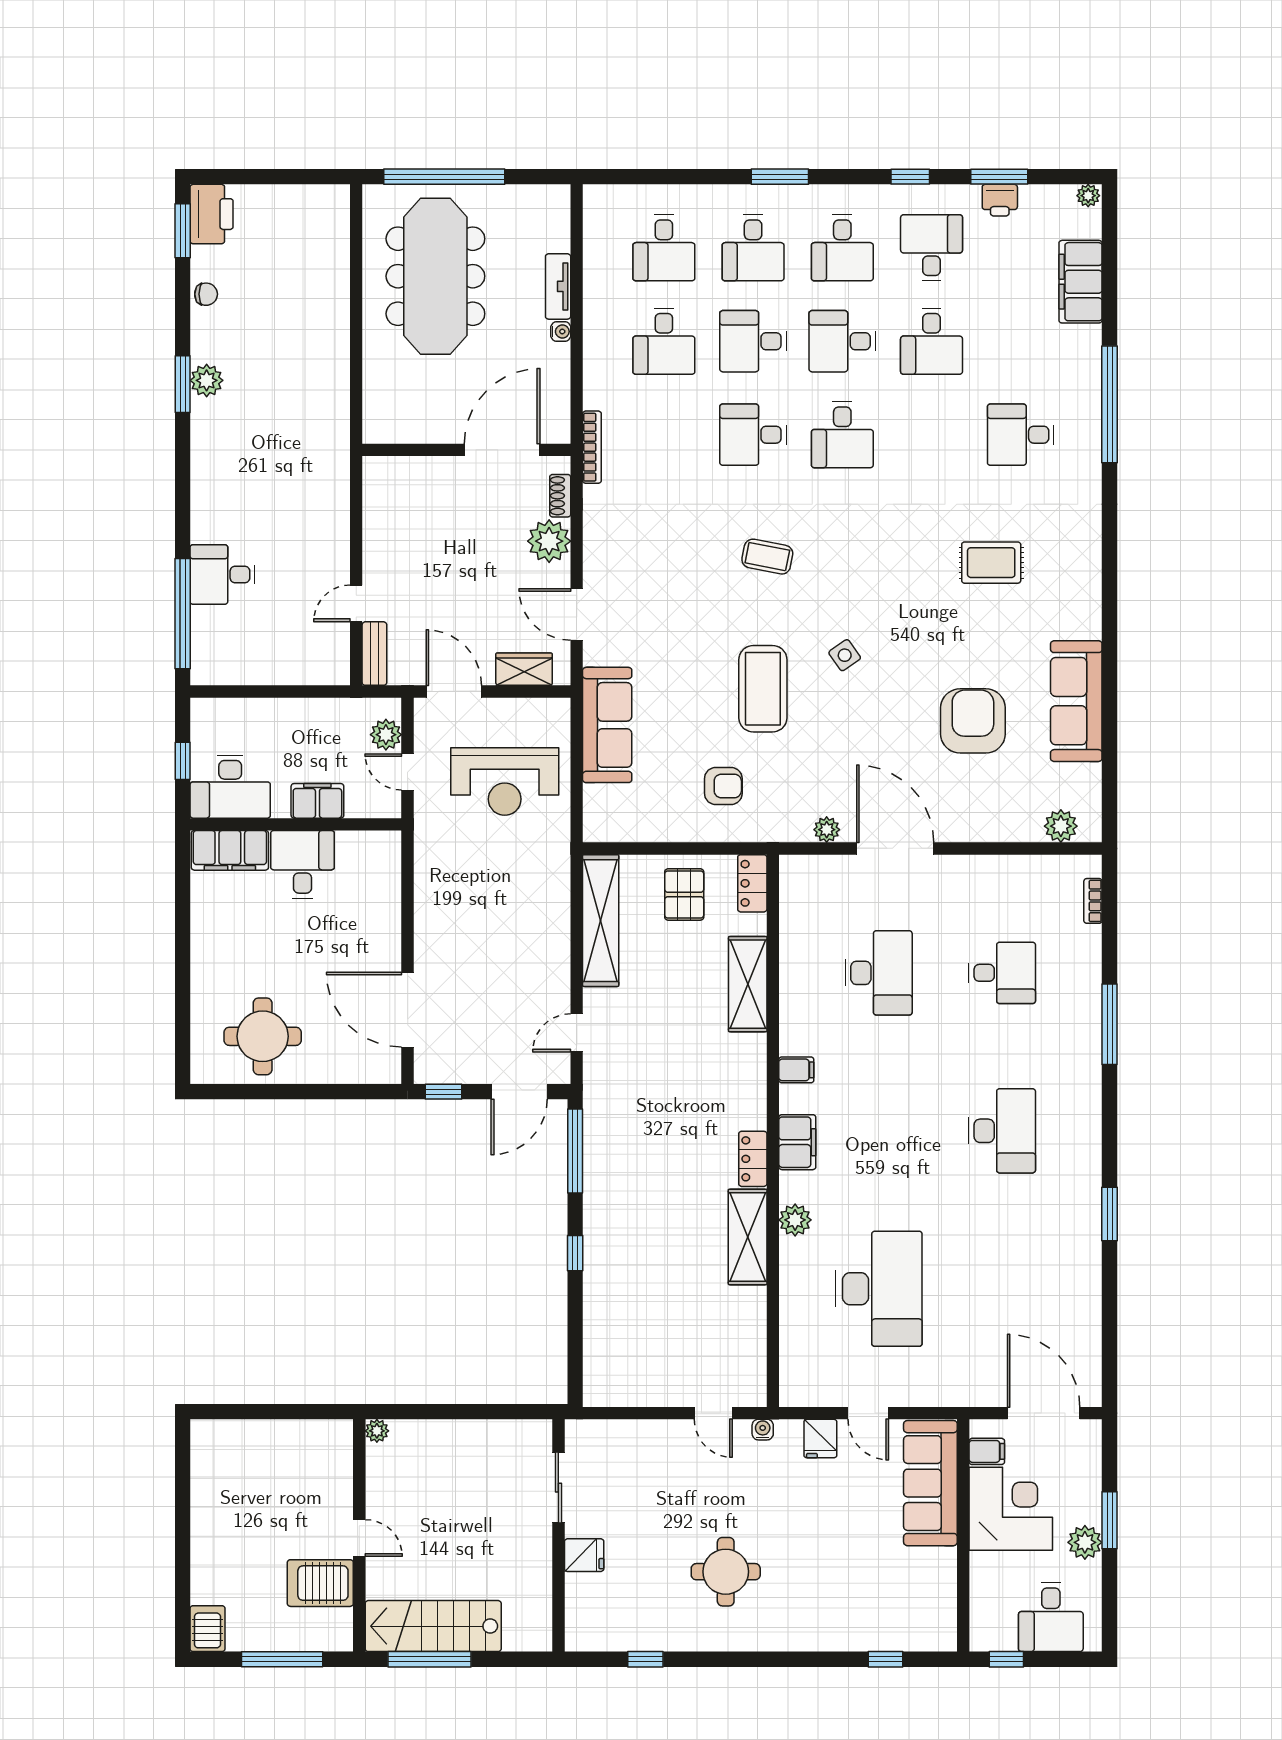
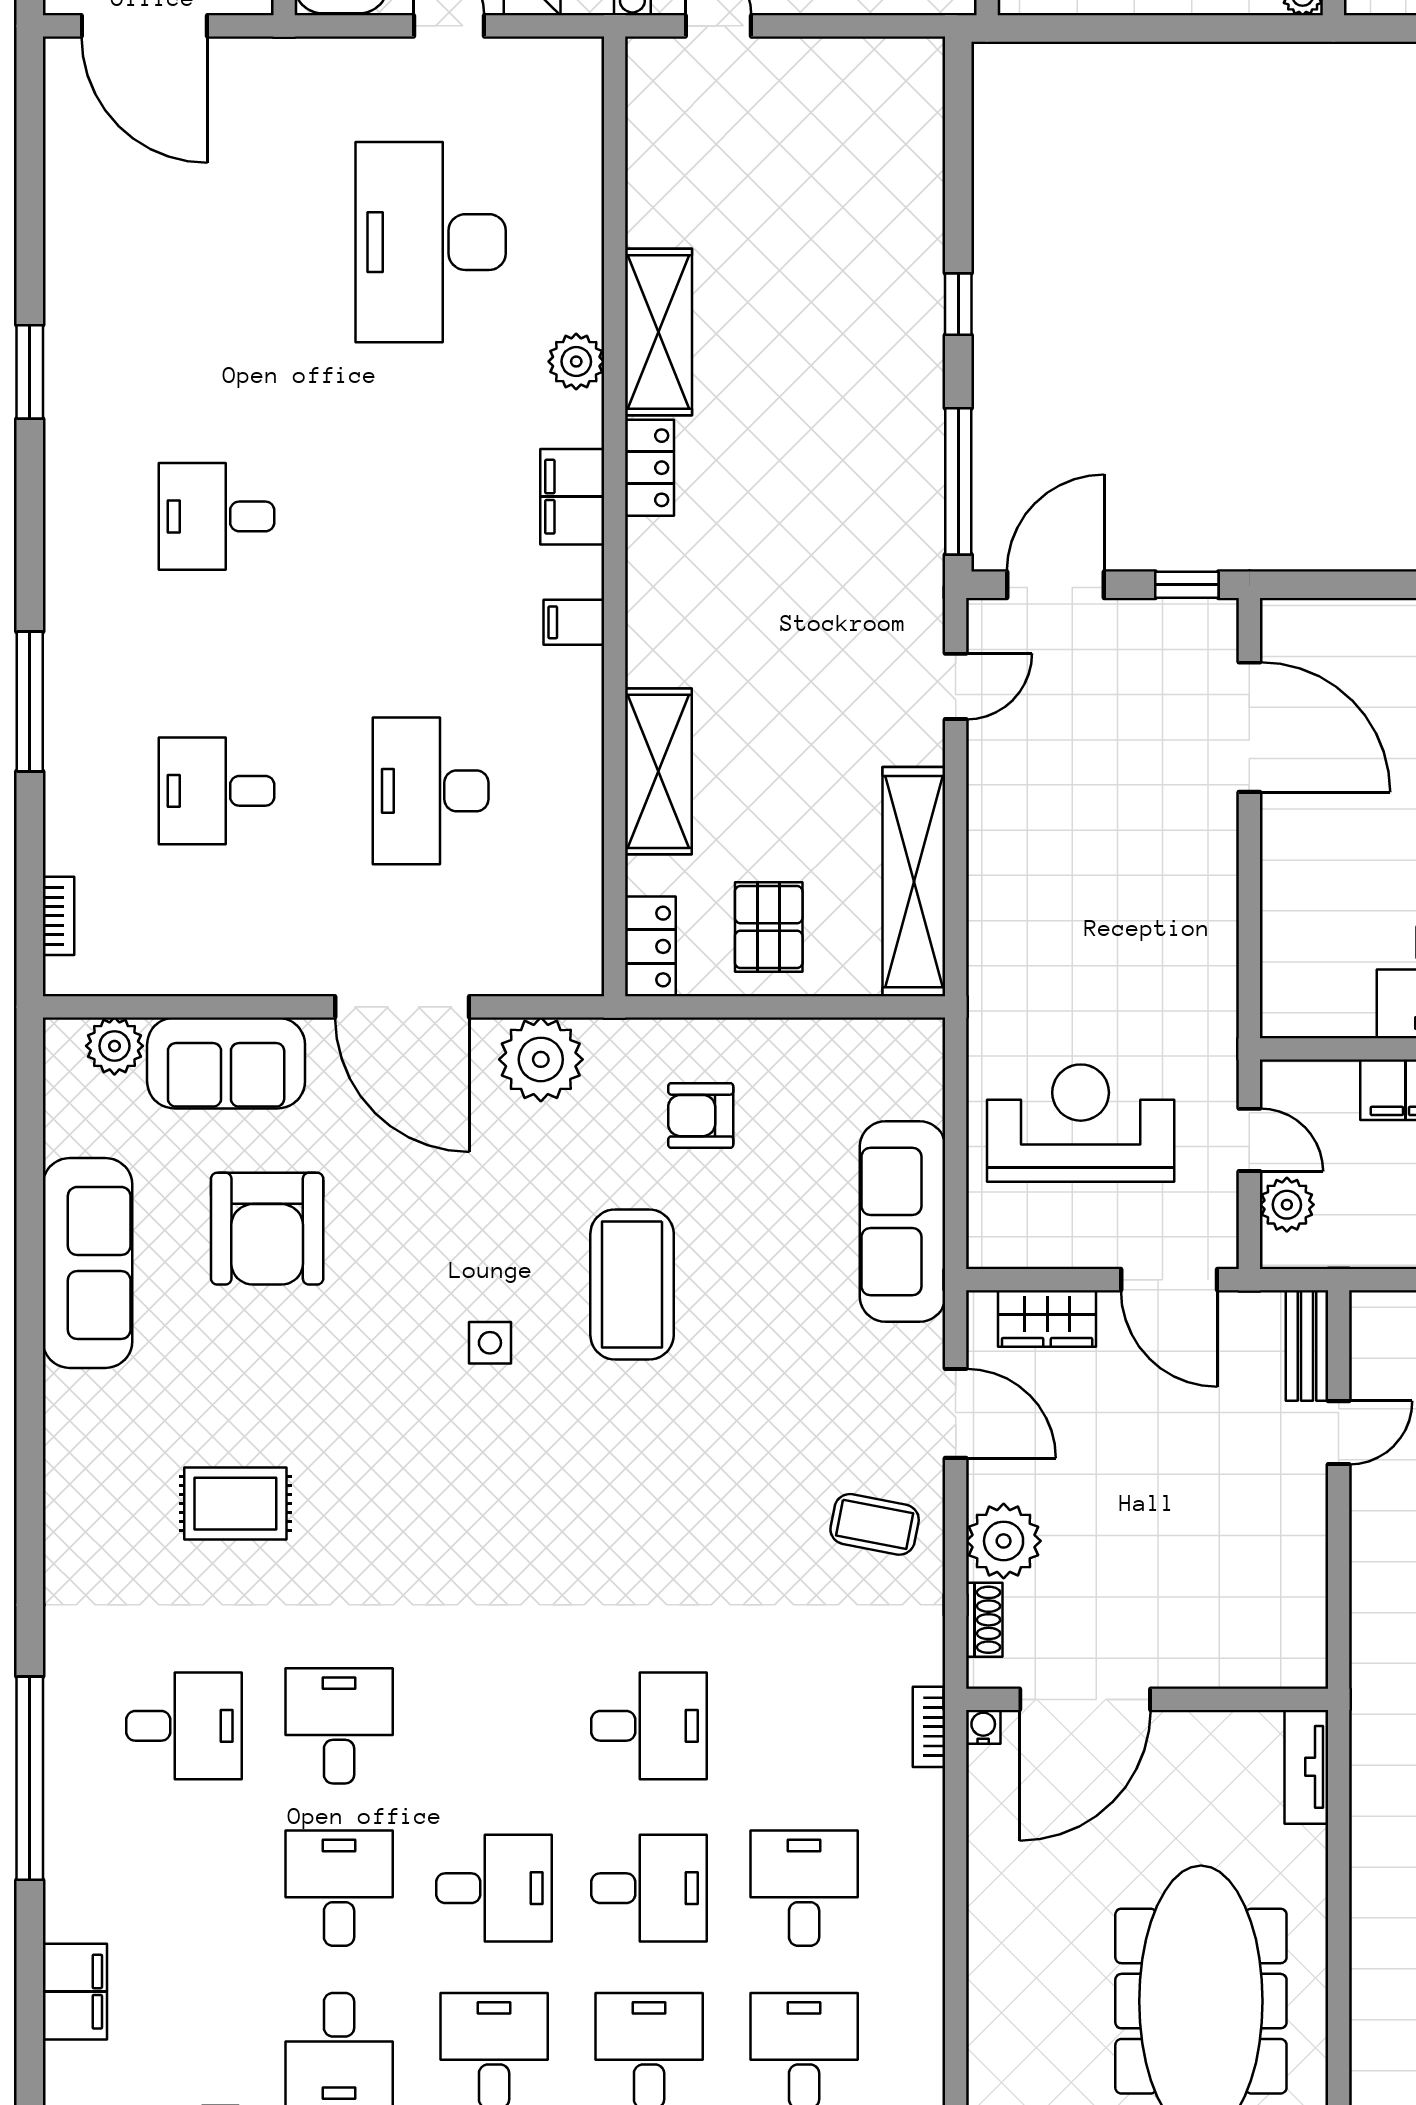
filing cabinet: (1081, 282) -> (75, 1992), width x0.67, depth x0.86
tv unit: (558, 286) -> (1306, 1767), moved, turned 180
water cooler: (561, 332) -> (983, 1727), moved, turned 90
desk: (842, 435) -> (339, 1726), moved
bookcase: (592, 447) -> (929, 1727), width x0.64
coffee table: (767, 557) -> (875, 1524), moved
side table: (845, 655) -> (490, 1343), turned 35
sofa: (997, 816) -> (226, 1063), added
plant: (827, 830) -> (541, 1059), width x1.87, depth x1.87
desk: (1002, 1131) -> (216, 516), width x0.73

